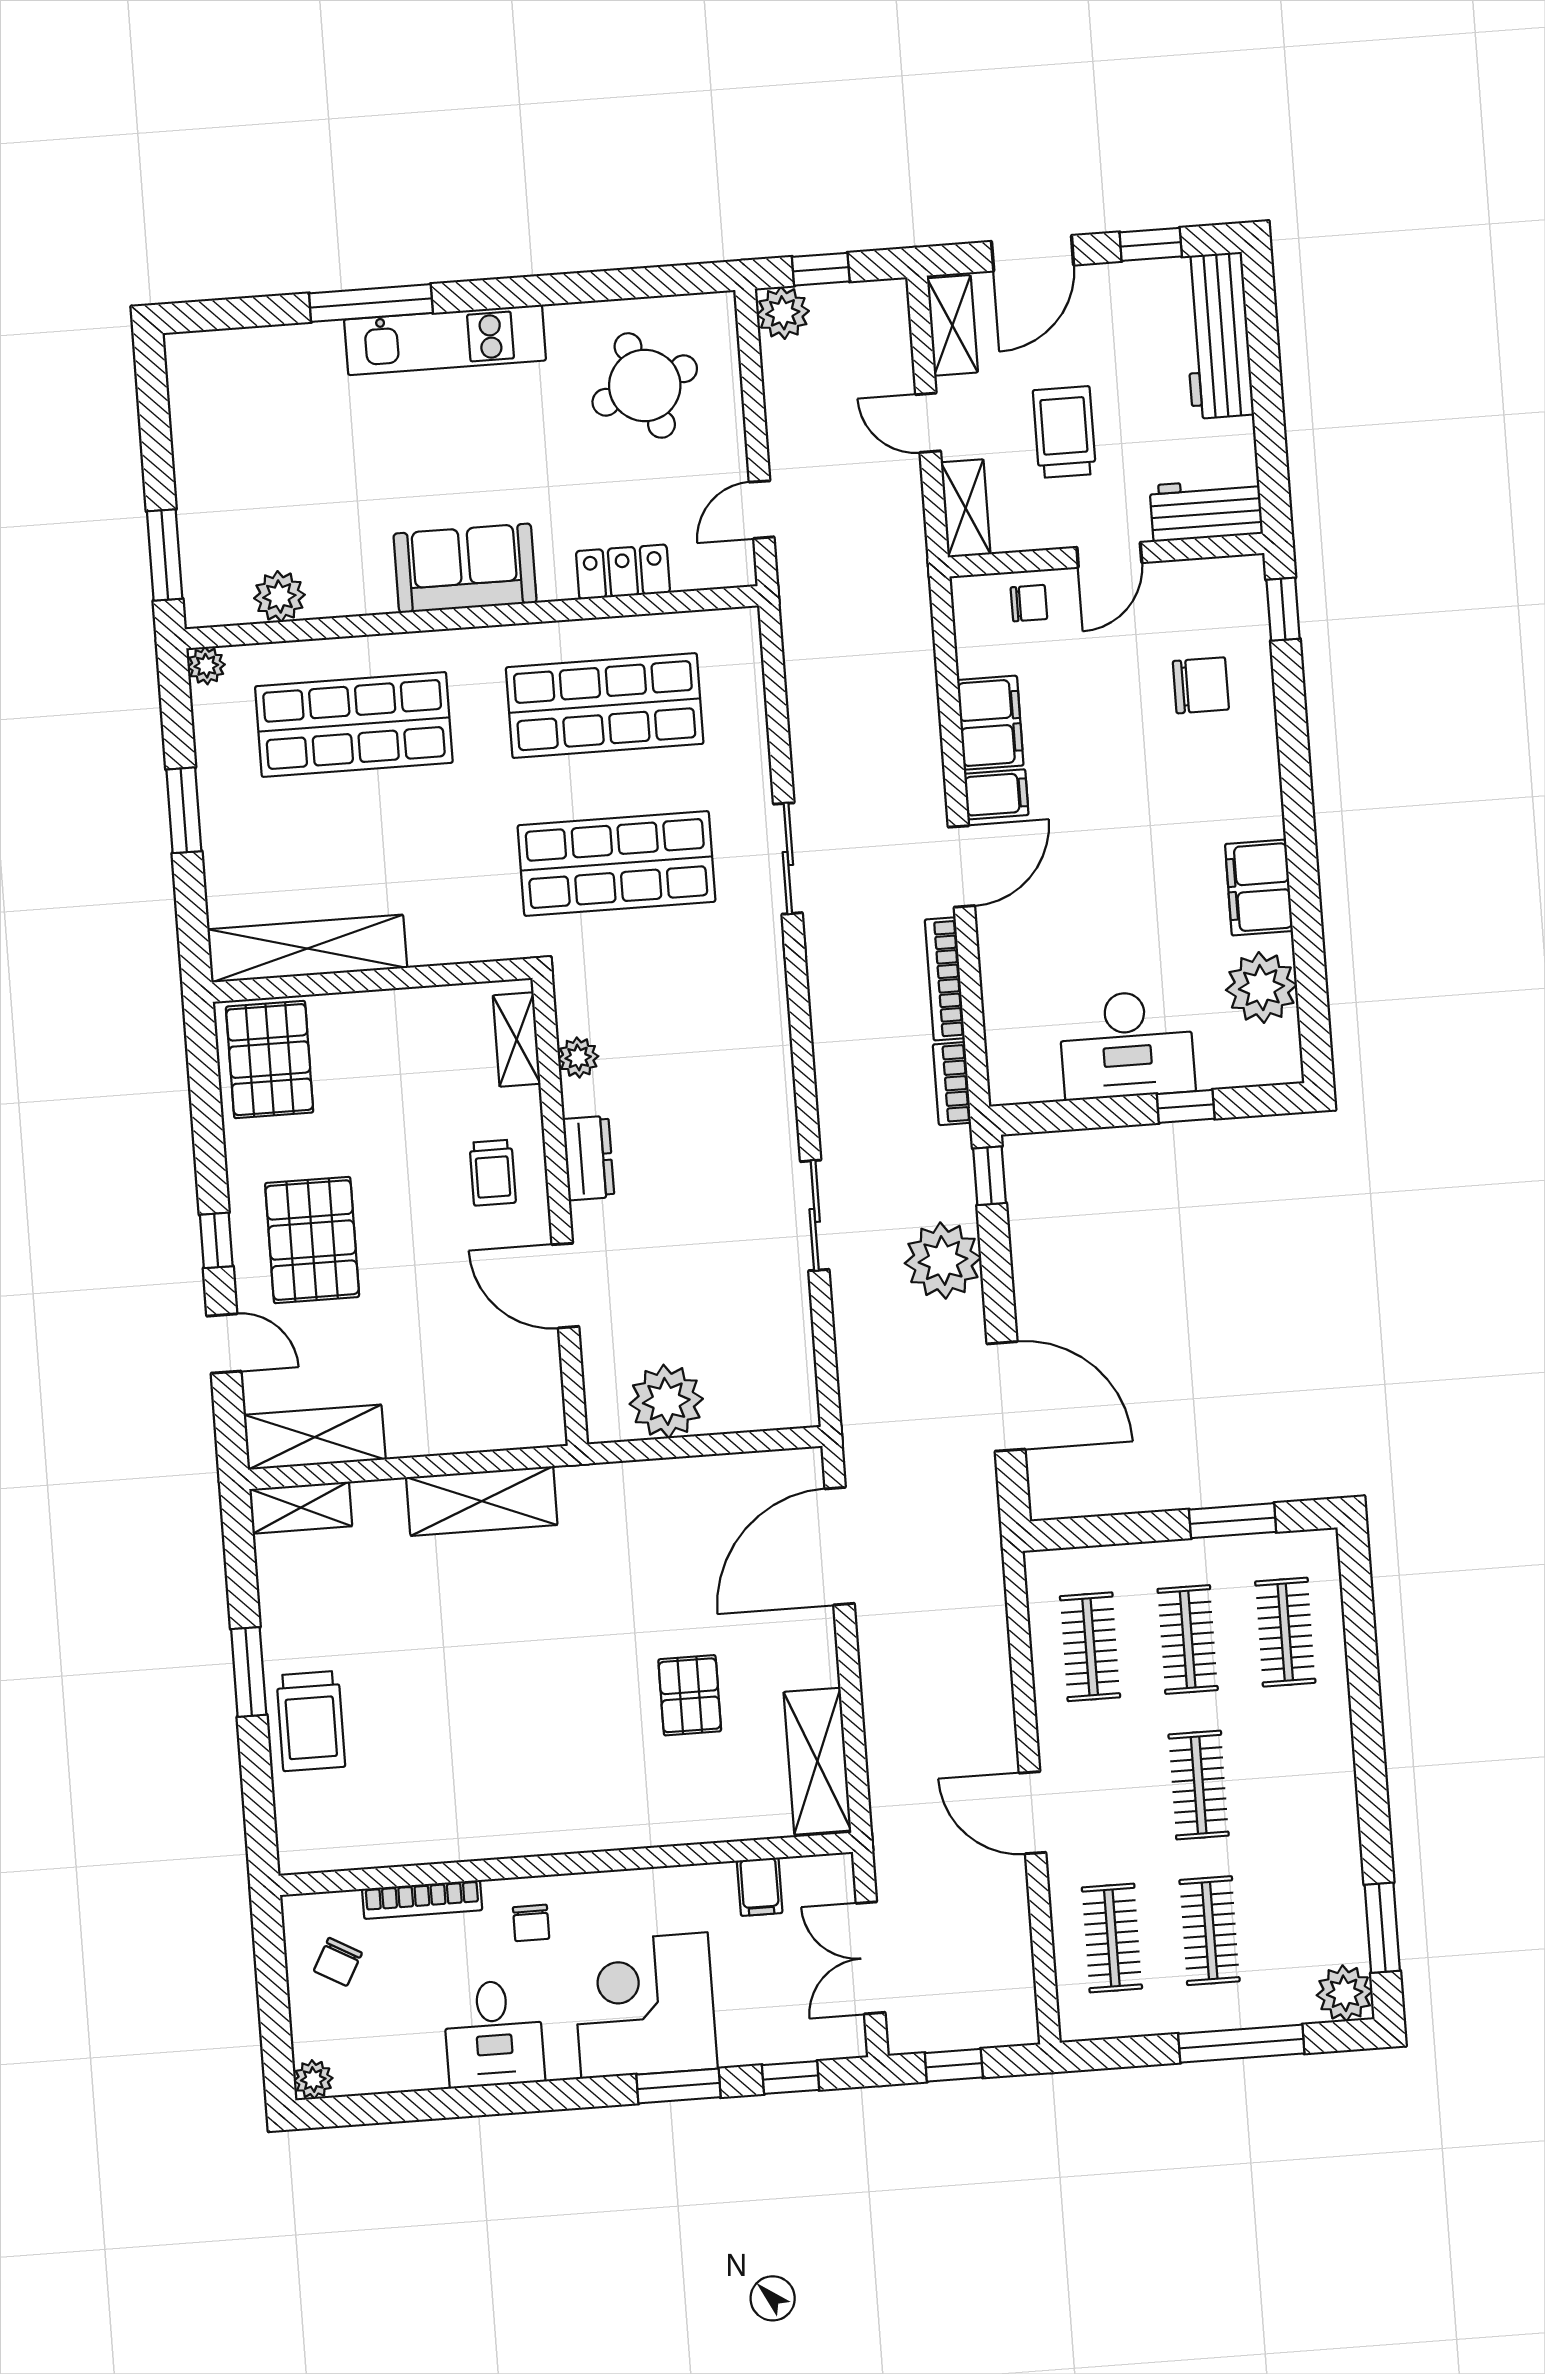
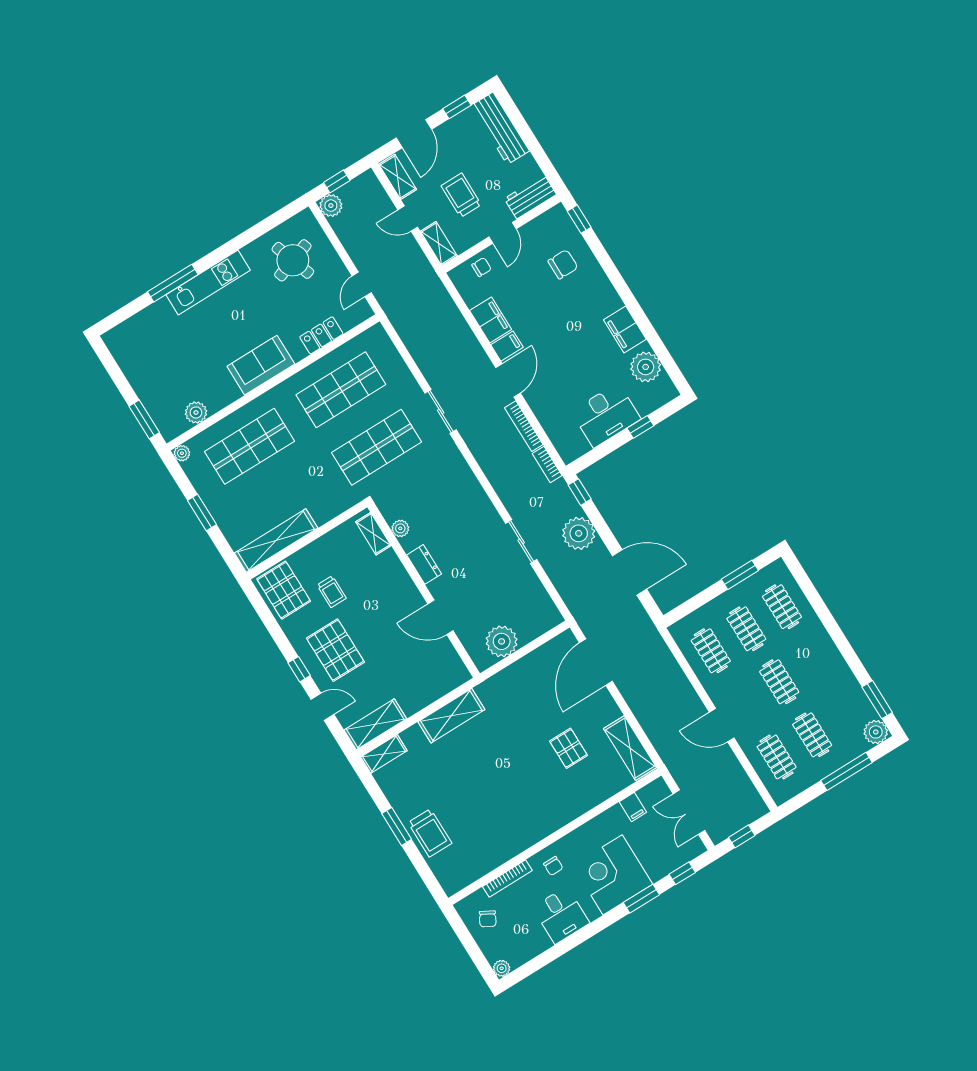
trolley: (493, 1173) -> (332, 592), moved

